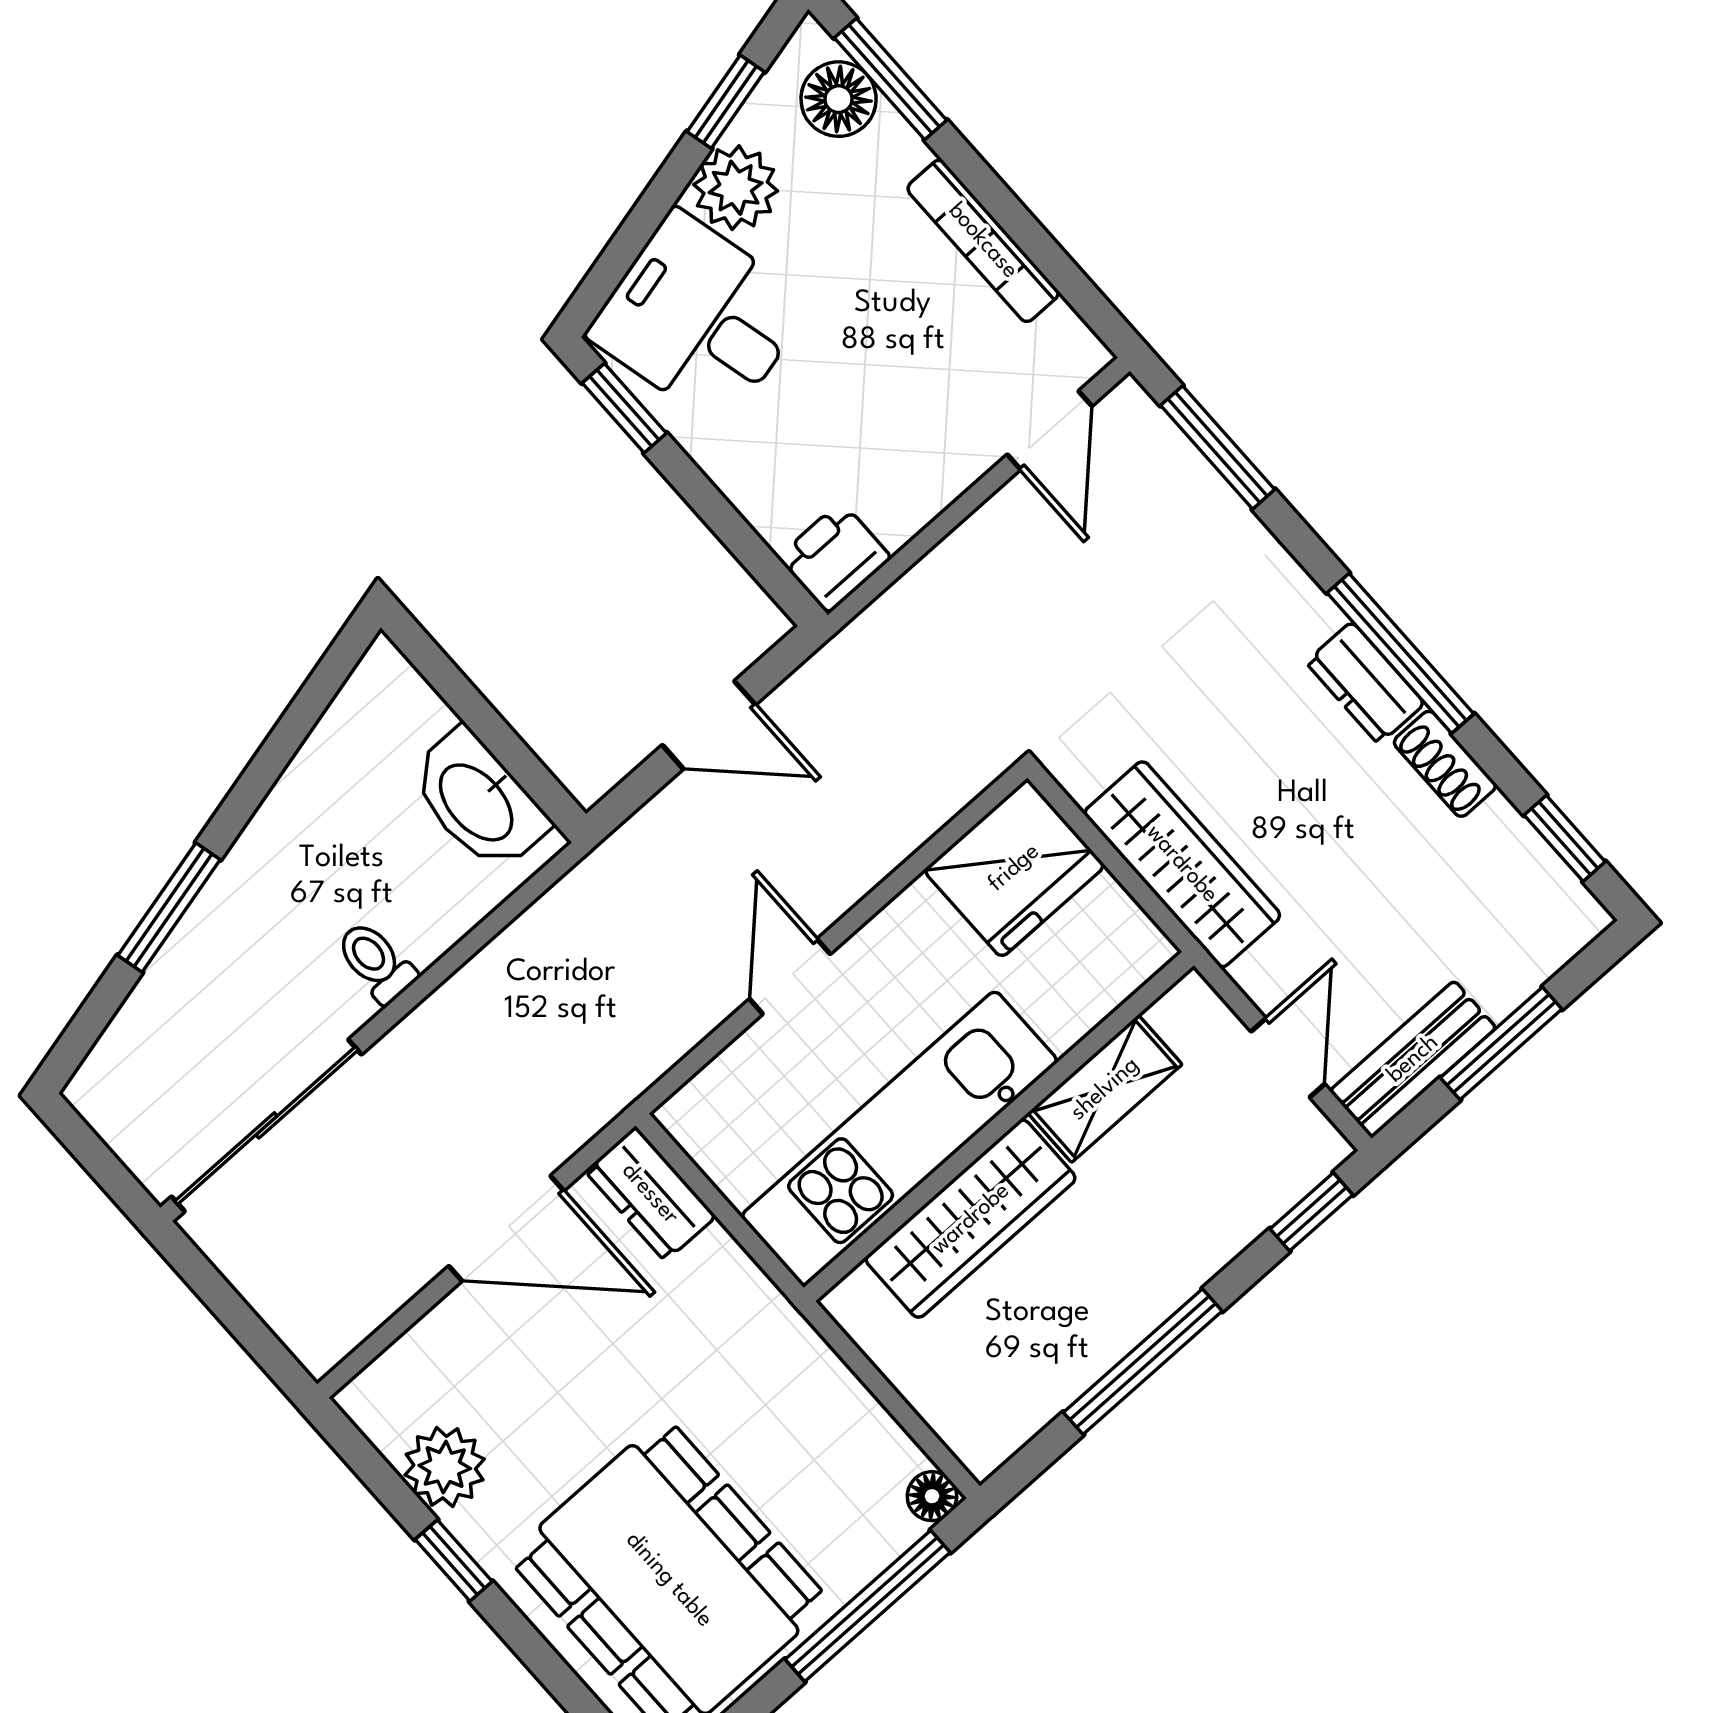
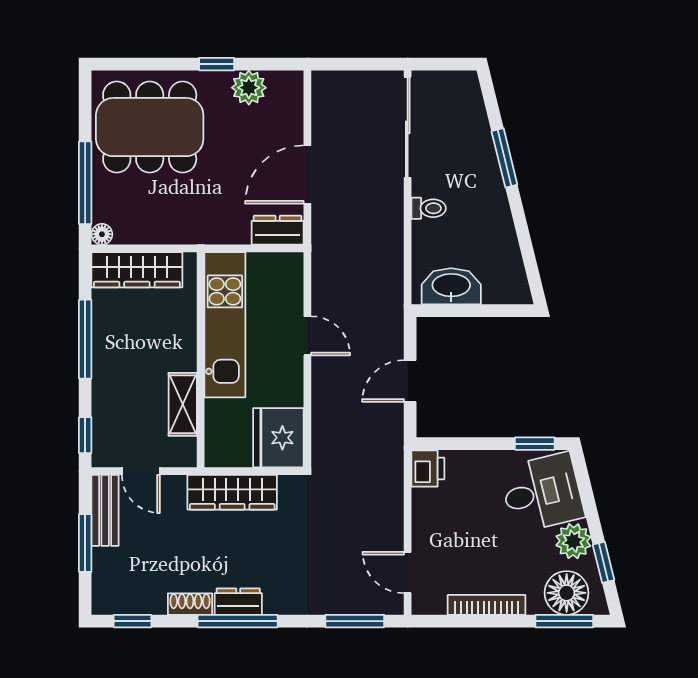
floor lamp: (839, 99) -> (567, 593), width x1.38, depth x1.38
wardrobe: (971, 1219) -> (137, 270), moved, turned -90

